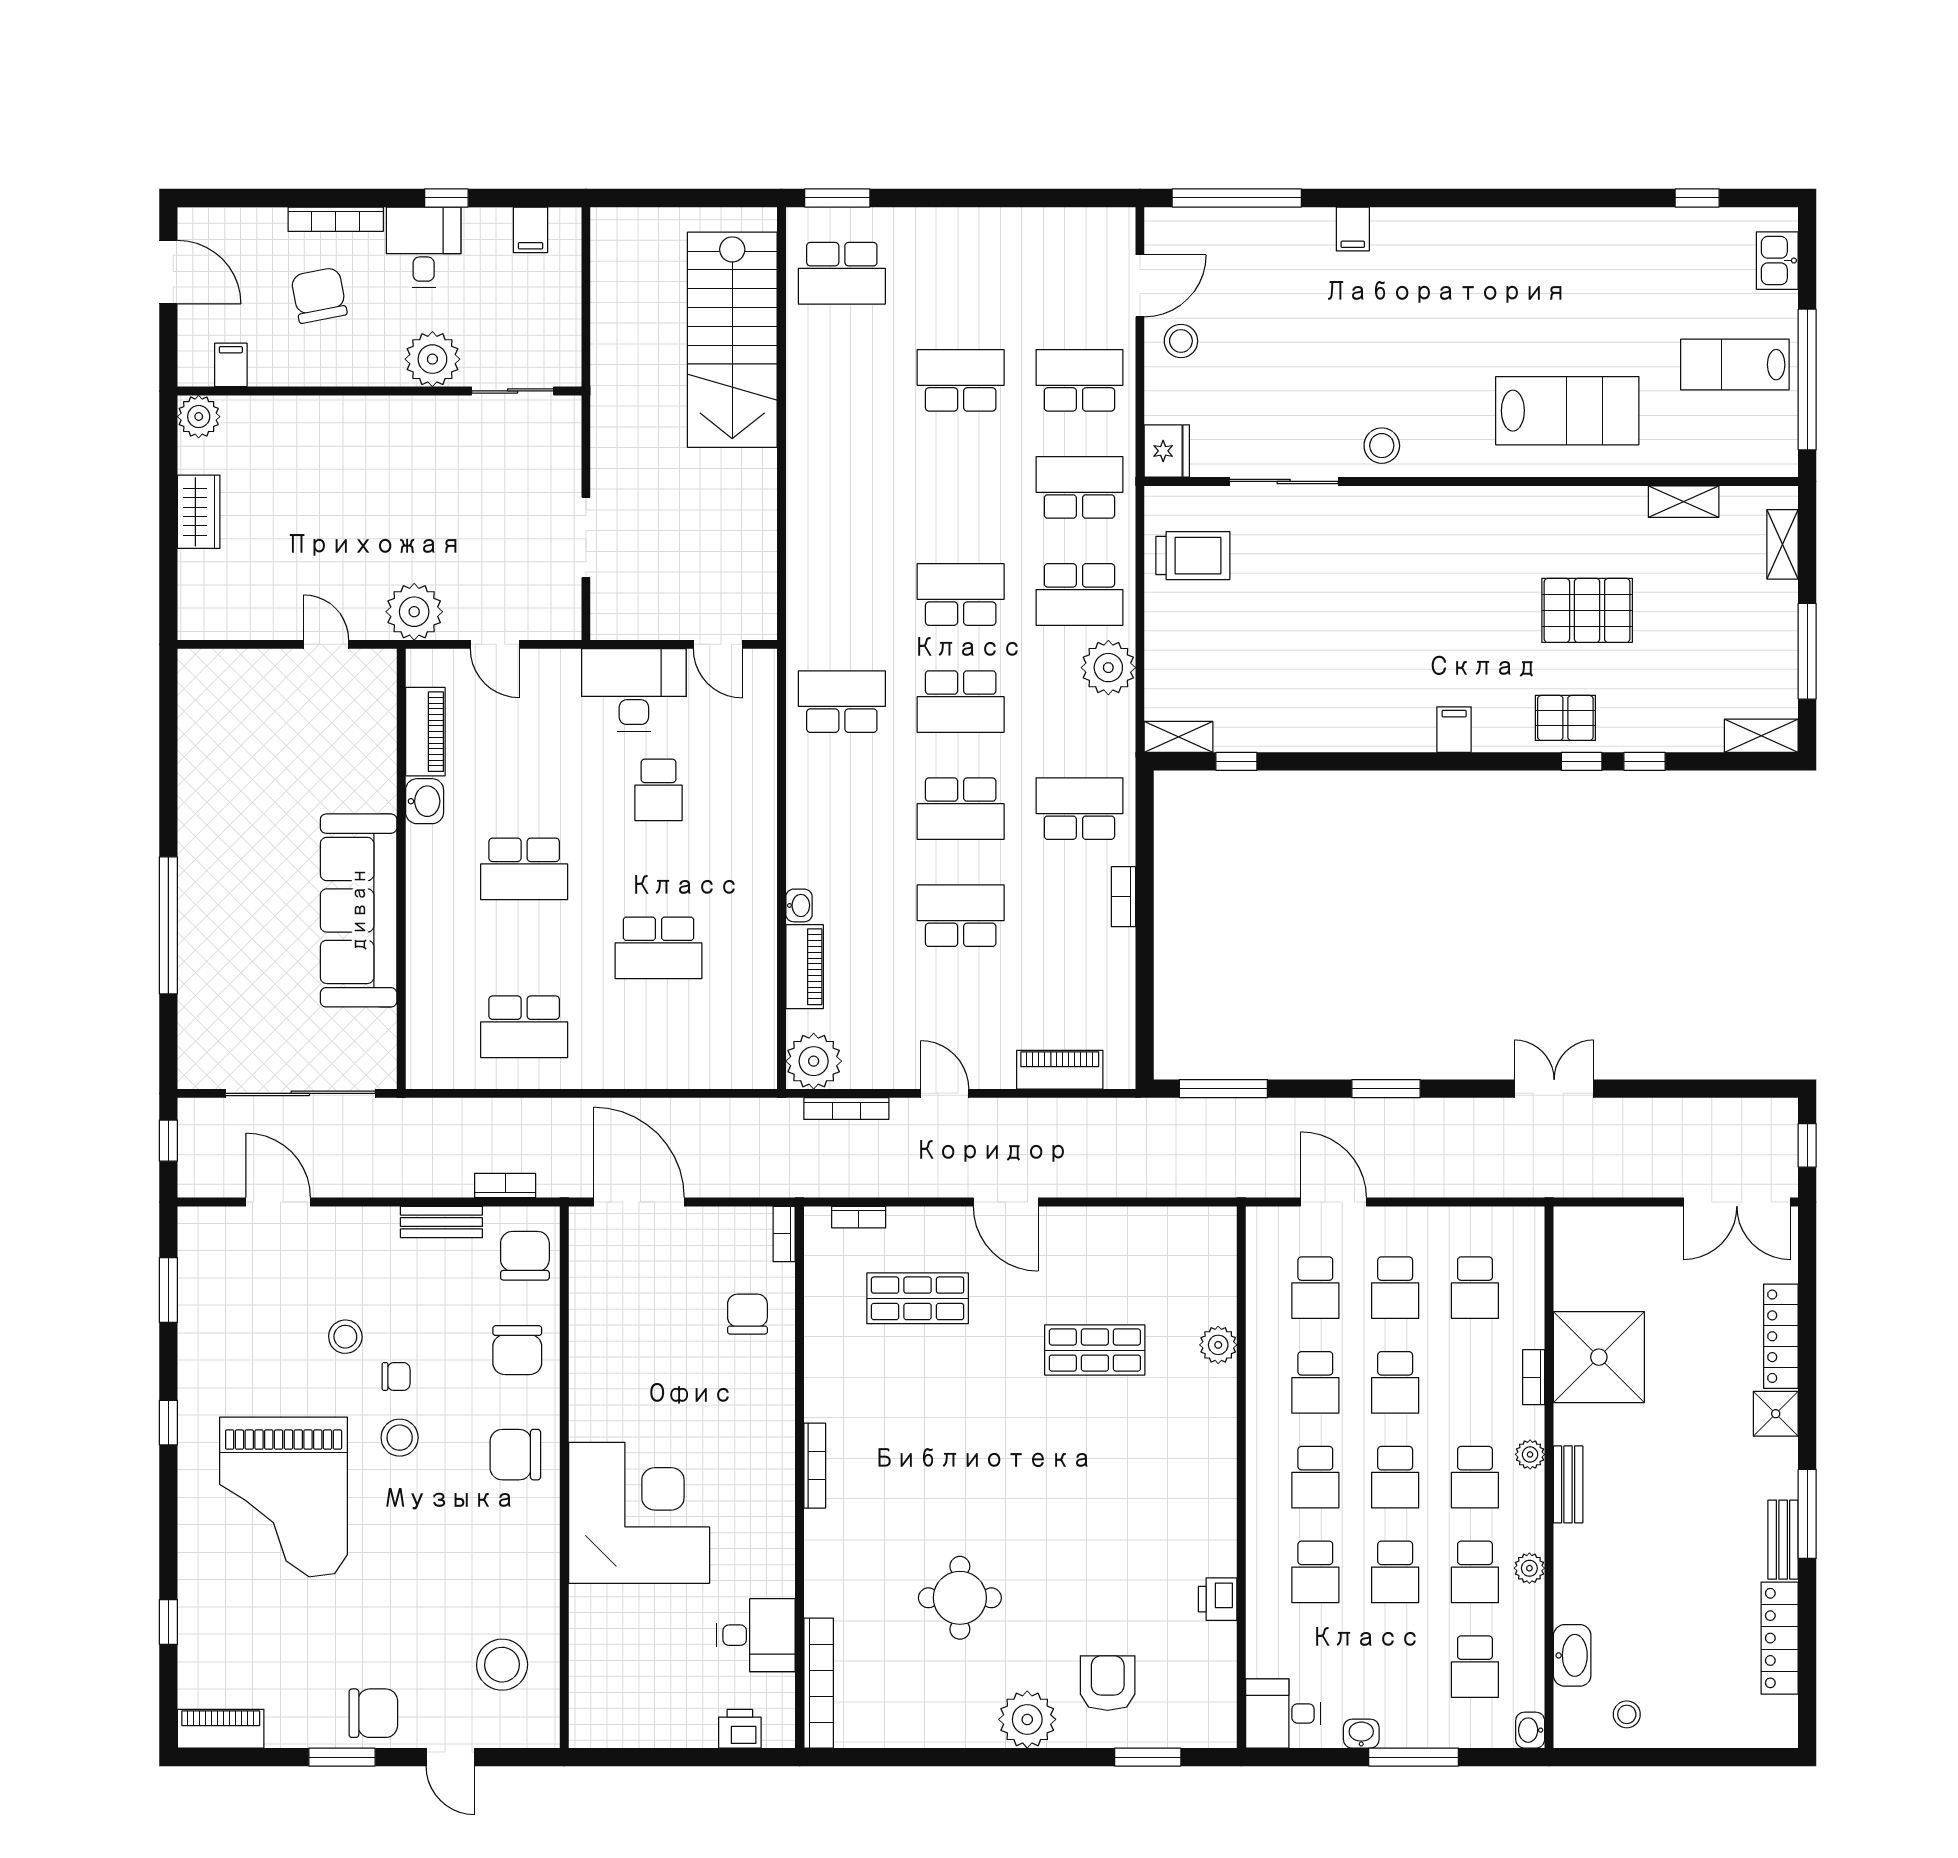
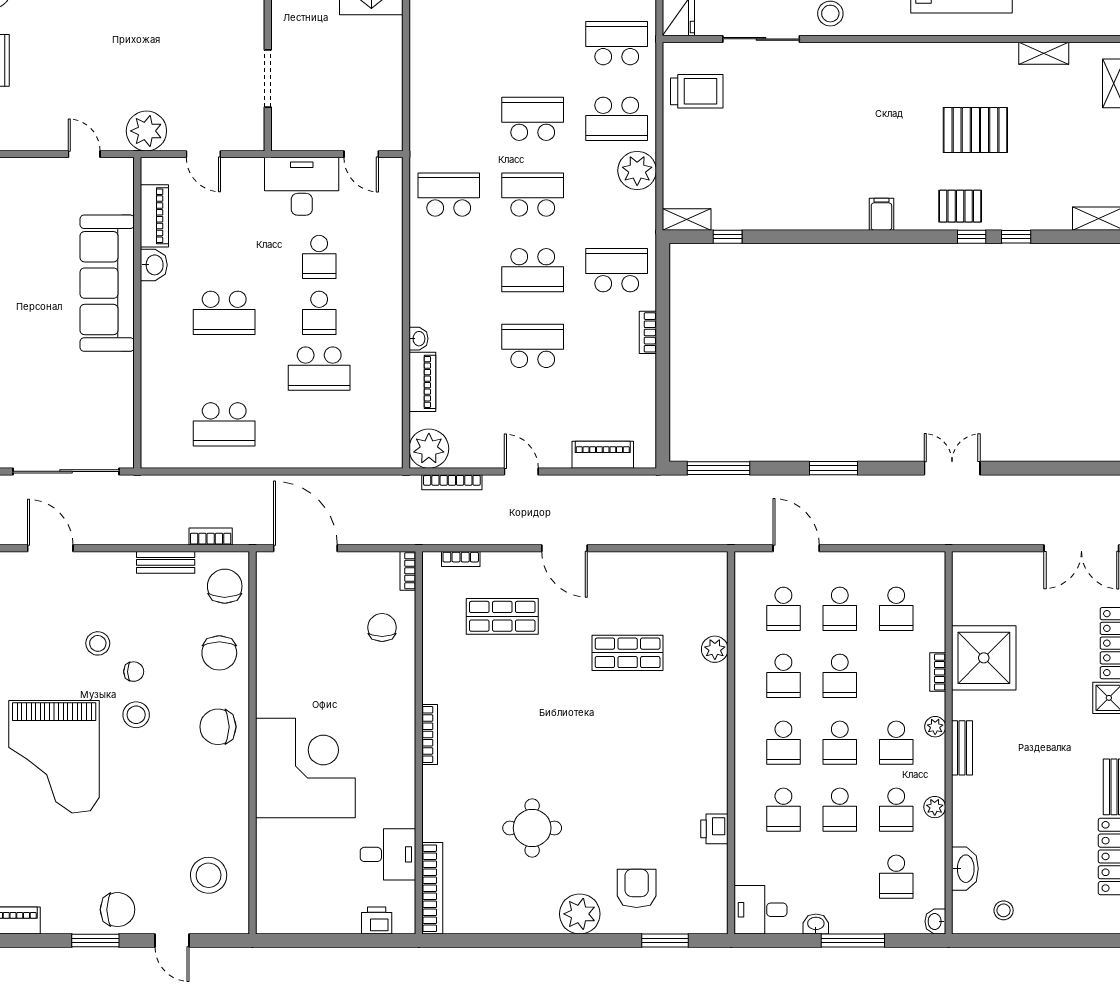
school desk: (961, 702) -> (533, 195), turned 180
school desk: (658, 869) -> (319, 313), added
sofa: (359, 910) -> (107, 283), moved

